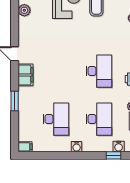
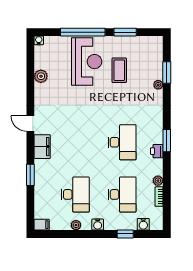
plant: (57, 147) -> (76, 225), added
window: (114, 155) -> (125, 234), moved

